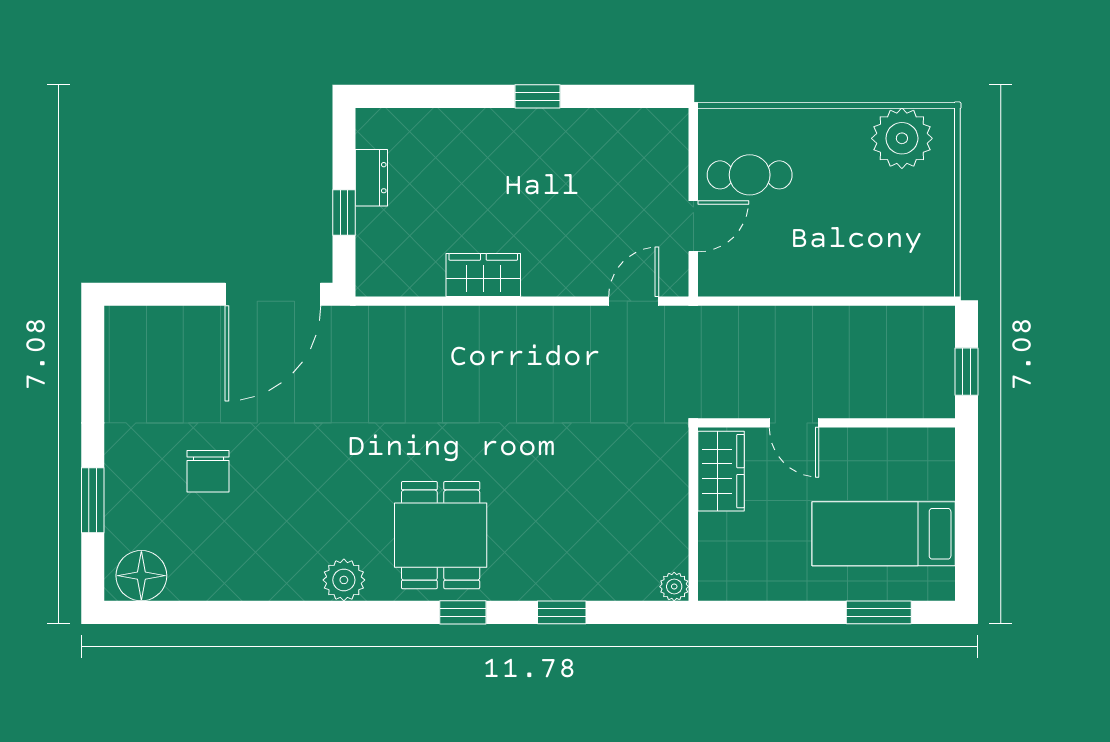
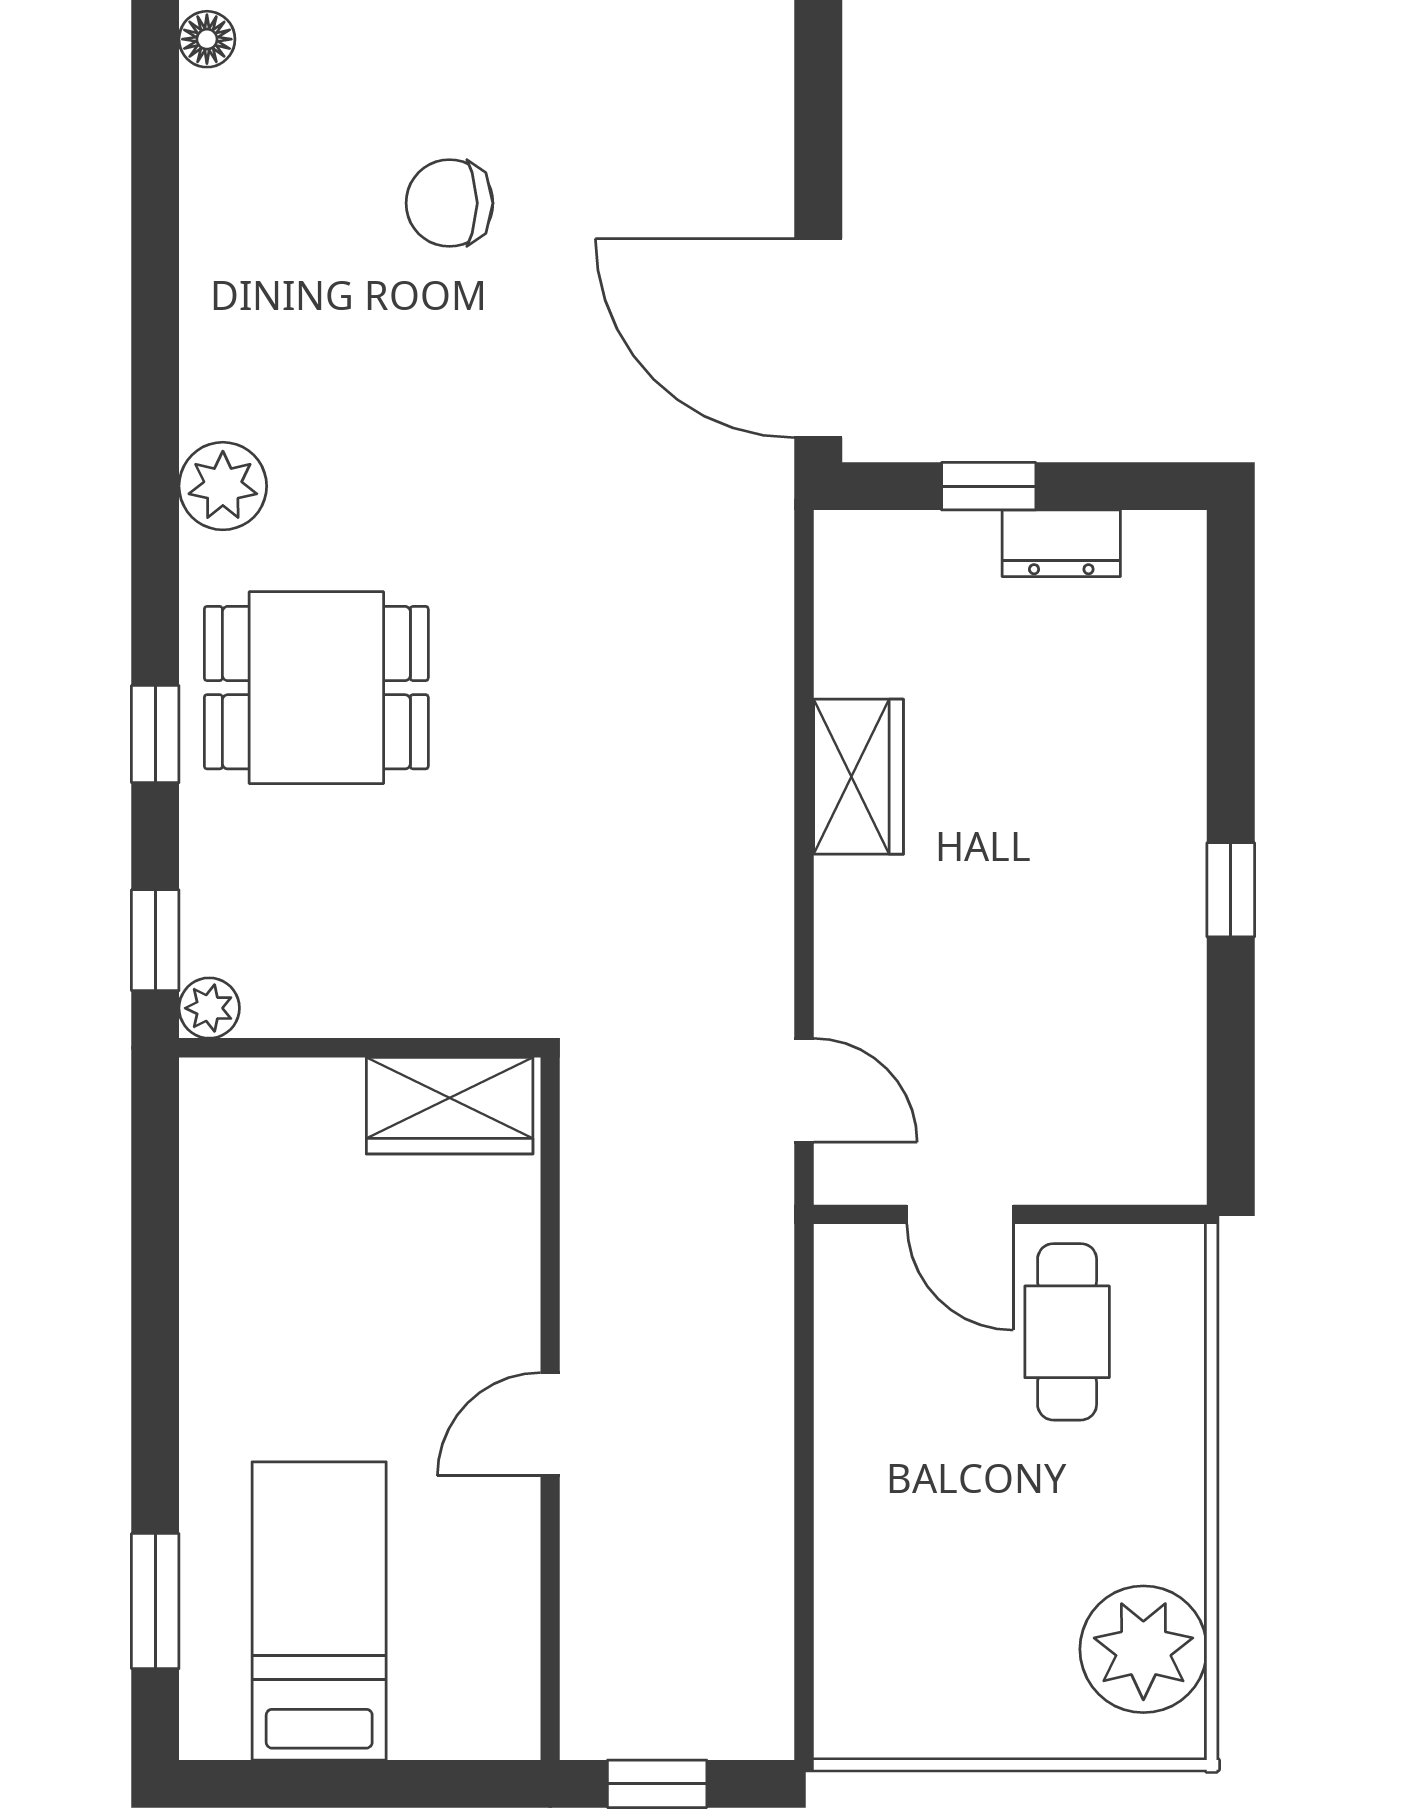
wardrobe: (721, 471) -> (450, 1106), moved
wall: (693, 514) -> (360, 1048), moved
floor lamp: (141, 576) -> (207, 39), width x0.53, depth x0.53
plant: (674, 587) -> (209, 1008), moved

